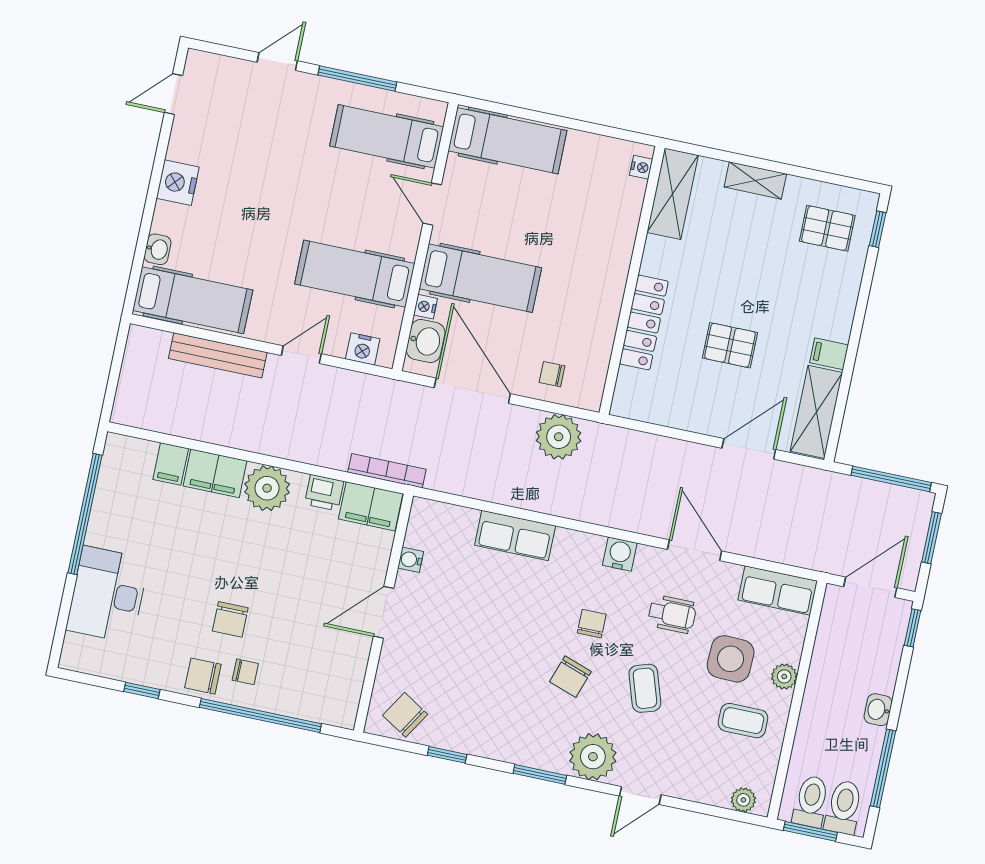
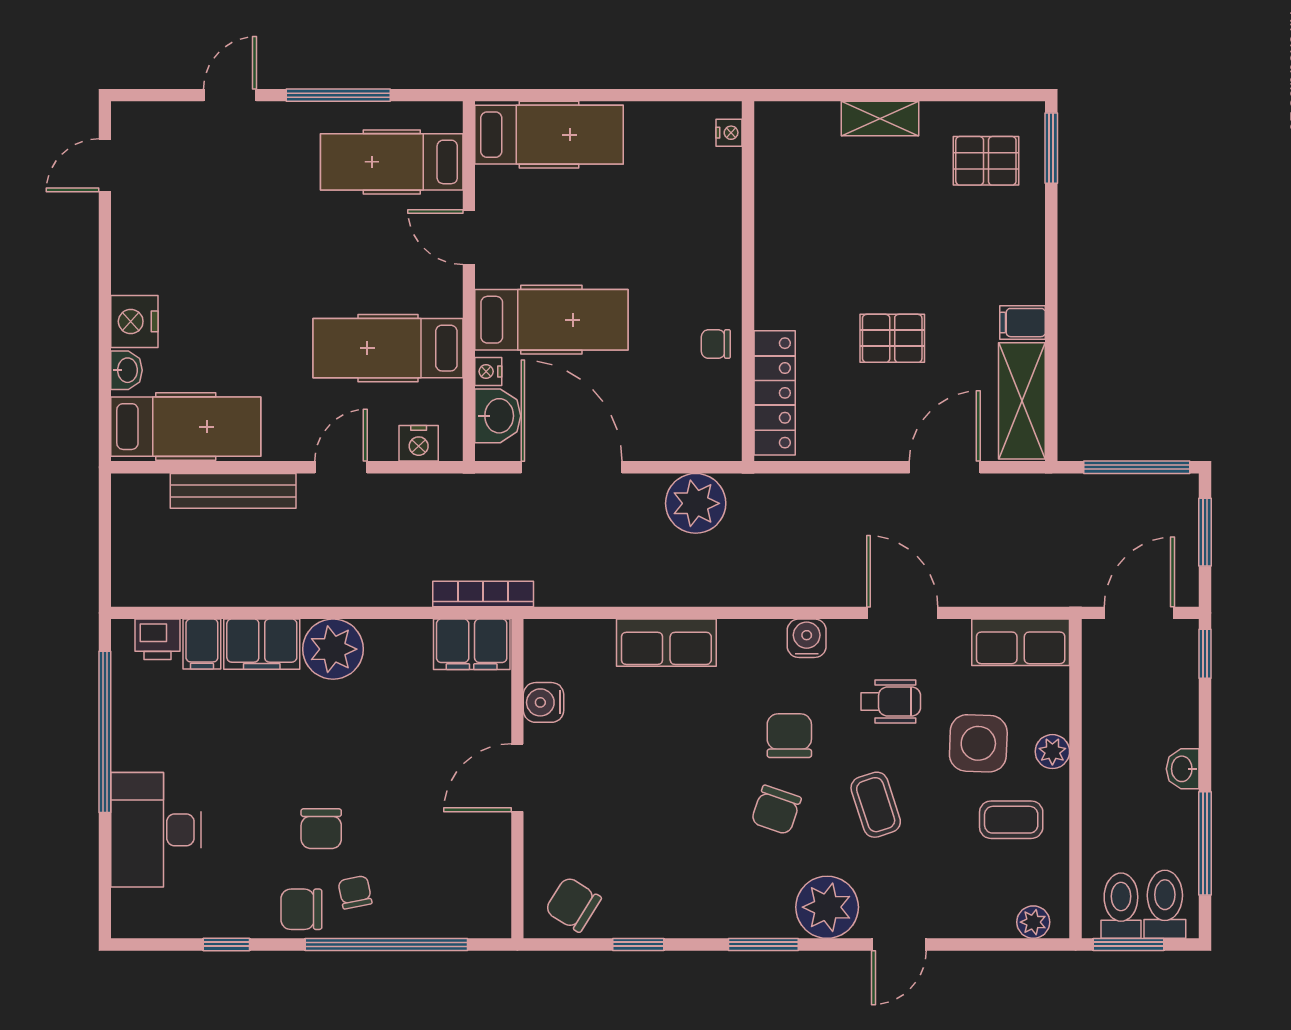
nightstand: (178, 183) -> (134, 321), moved
shelving: (673, 194) -> (777, 158), removed
window: (878, 229) -> (1051, 148), width x1.50
locker: (644, 322) -> (775, 393), moved
chair: (552, 374) -> (716, 344), moved
printer: (324, 493) -> (157, 639), moved
water cooler: (411, 560) -> (544, 702), width x1.38, depth x1.38
chair: (592, 624) -> (789, 736), width x1.37, depth x1.37
chair: (245, 672) -> (355, 892), turned -101

